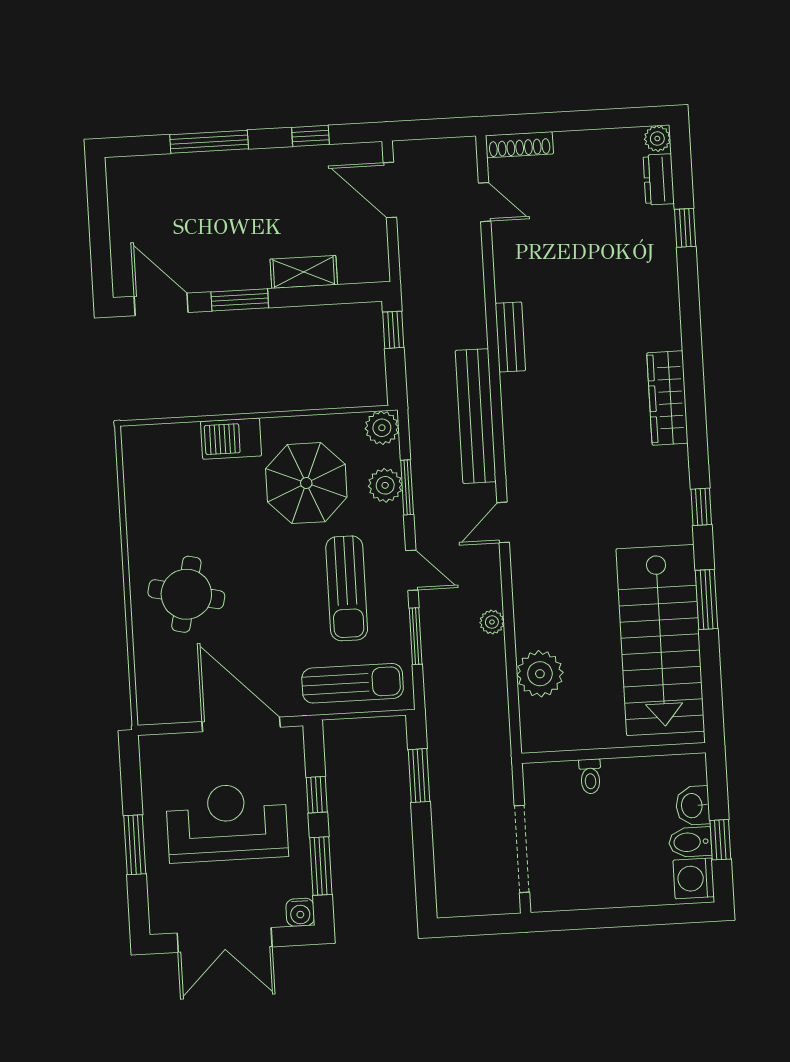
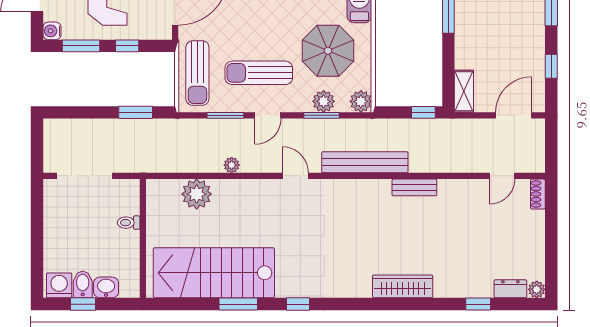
shoe rack: (519, 145) -> (538, 194), width x0.70
shelving: (304, 272) -> (464, 91), moved
wardrobe: (668, 398) -> (403, 286), moved

